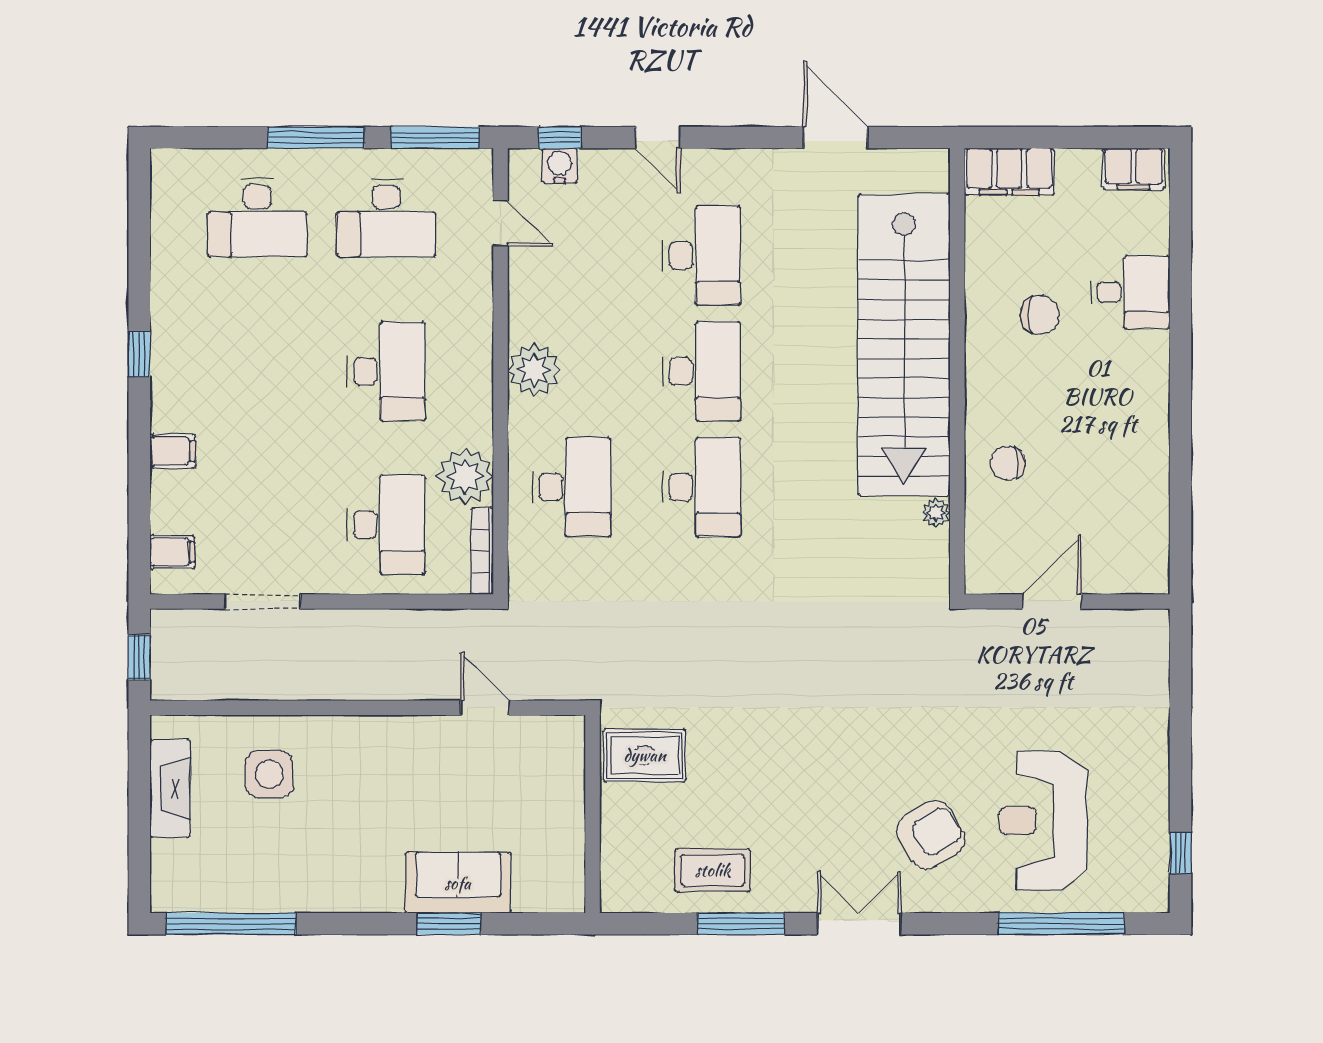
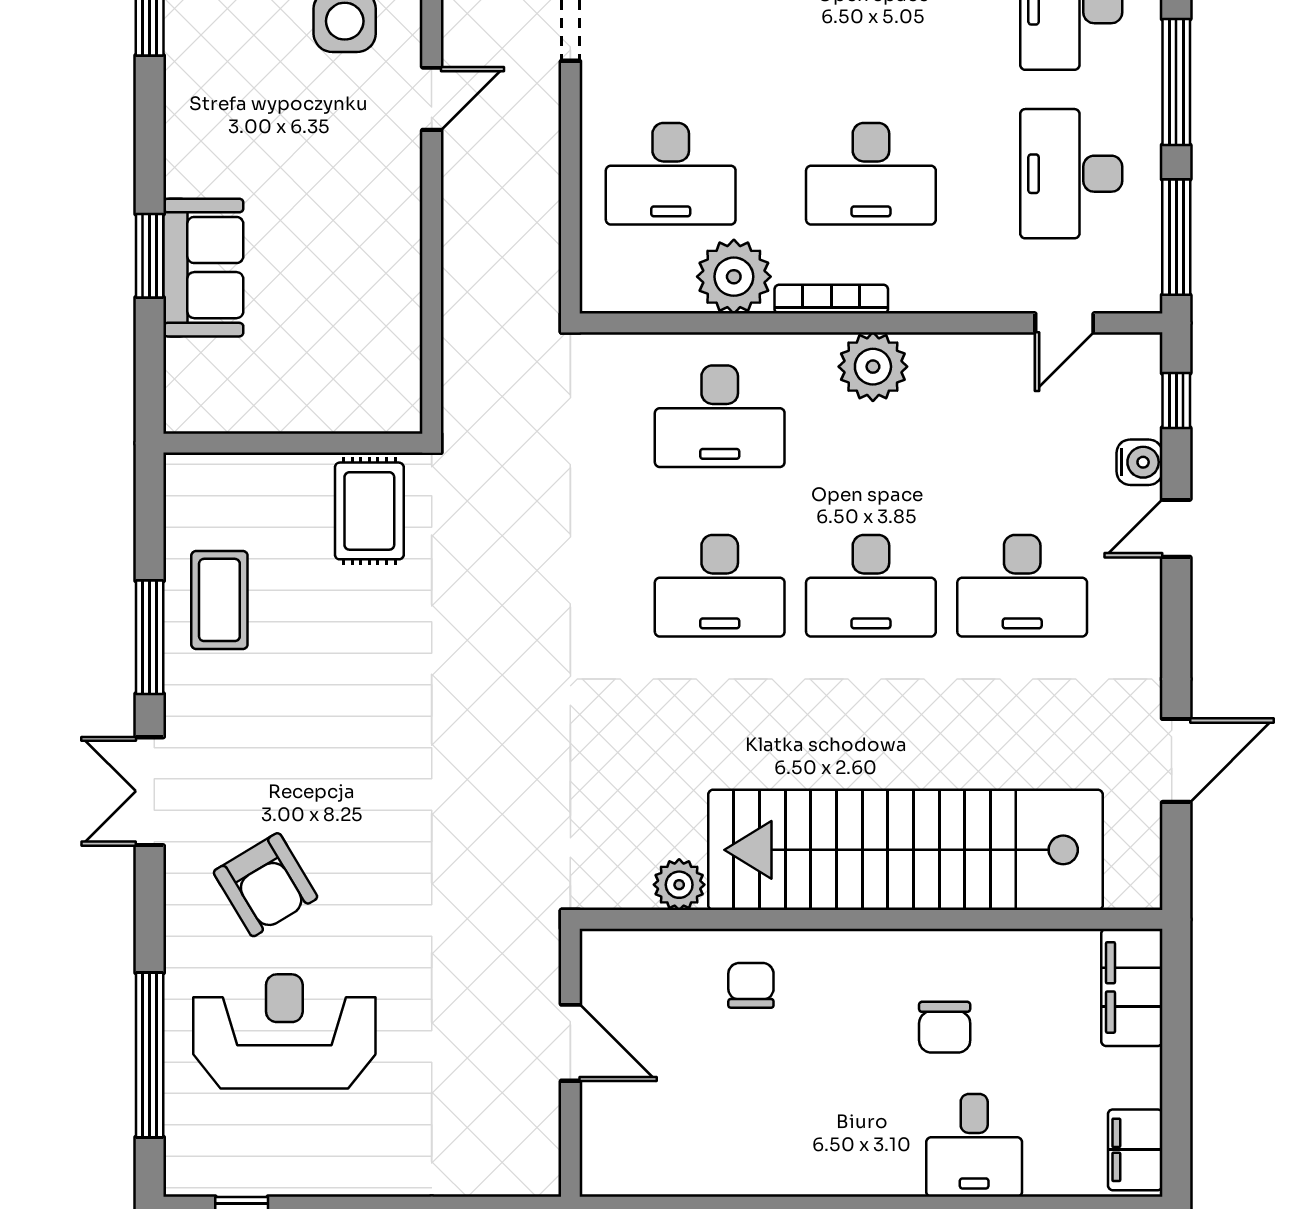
water cooler: (560, 166) -> (1139, 462), moved
plant: (936, 513) -> (679, 885), width x1.38, depth x1.38
bookcase: (482, 551) -> (831, 299), moved
door: (485, 708) -> (432, 99), moved
double door: (859, 924) -> (150, 791), swing flipped

